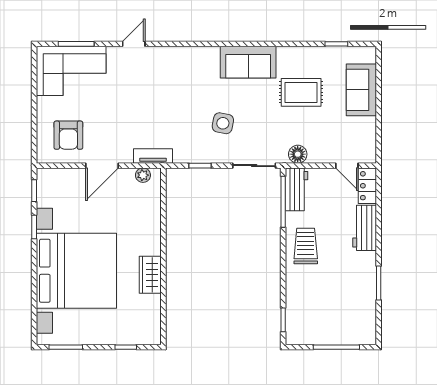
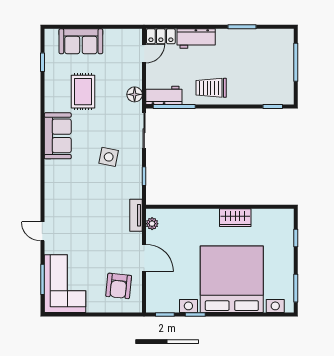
armchair: (68, 135) -> (119, 286), turned 96

